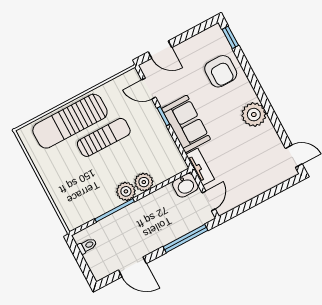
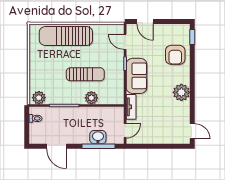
sun lounger: (104, 137) -> (85, 74), moved
washbasin: (185, 185) -> (98, 137), moved, turned 180
plant: (126, 191) -> (39, 98), moved

